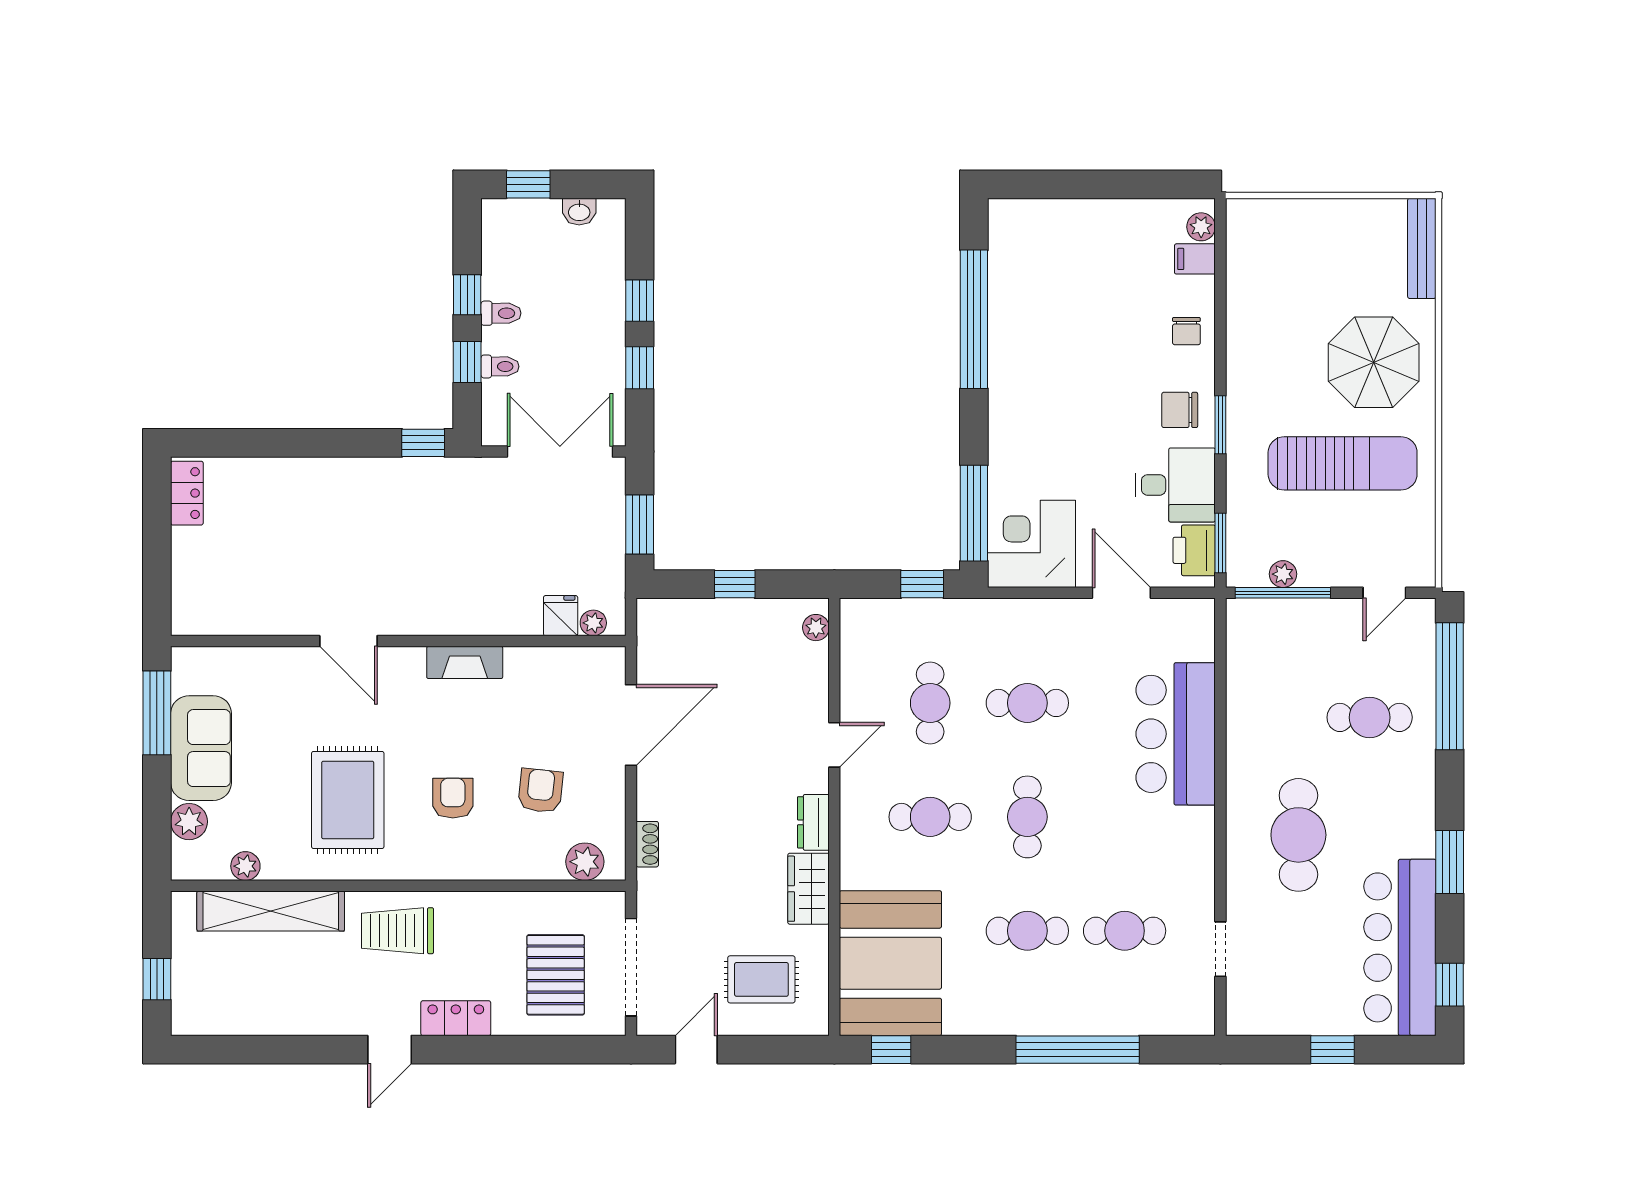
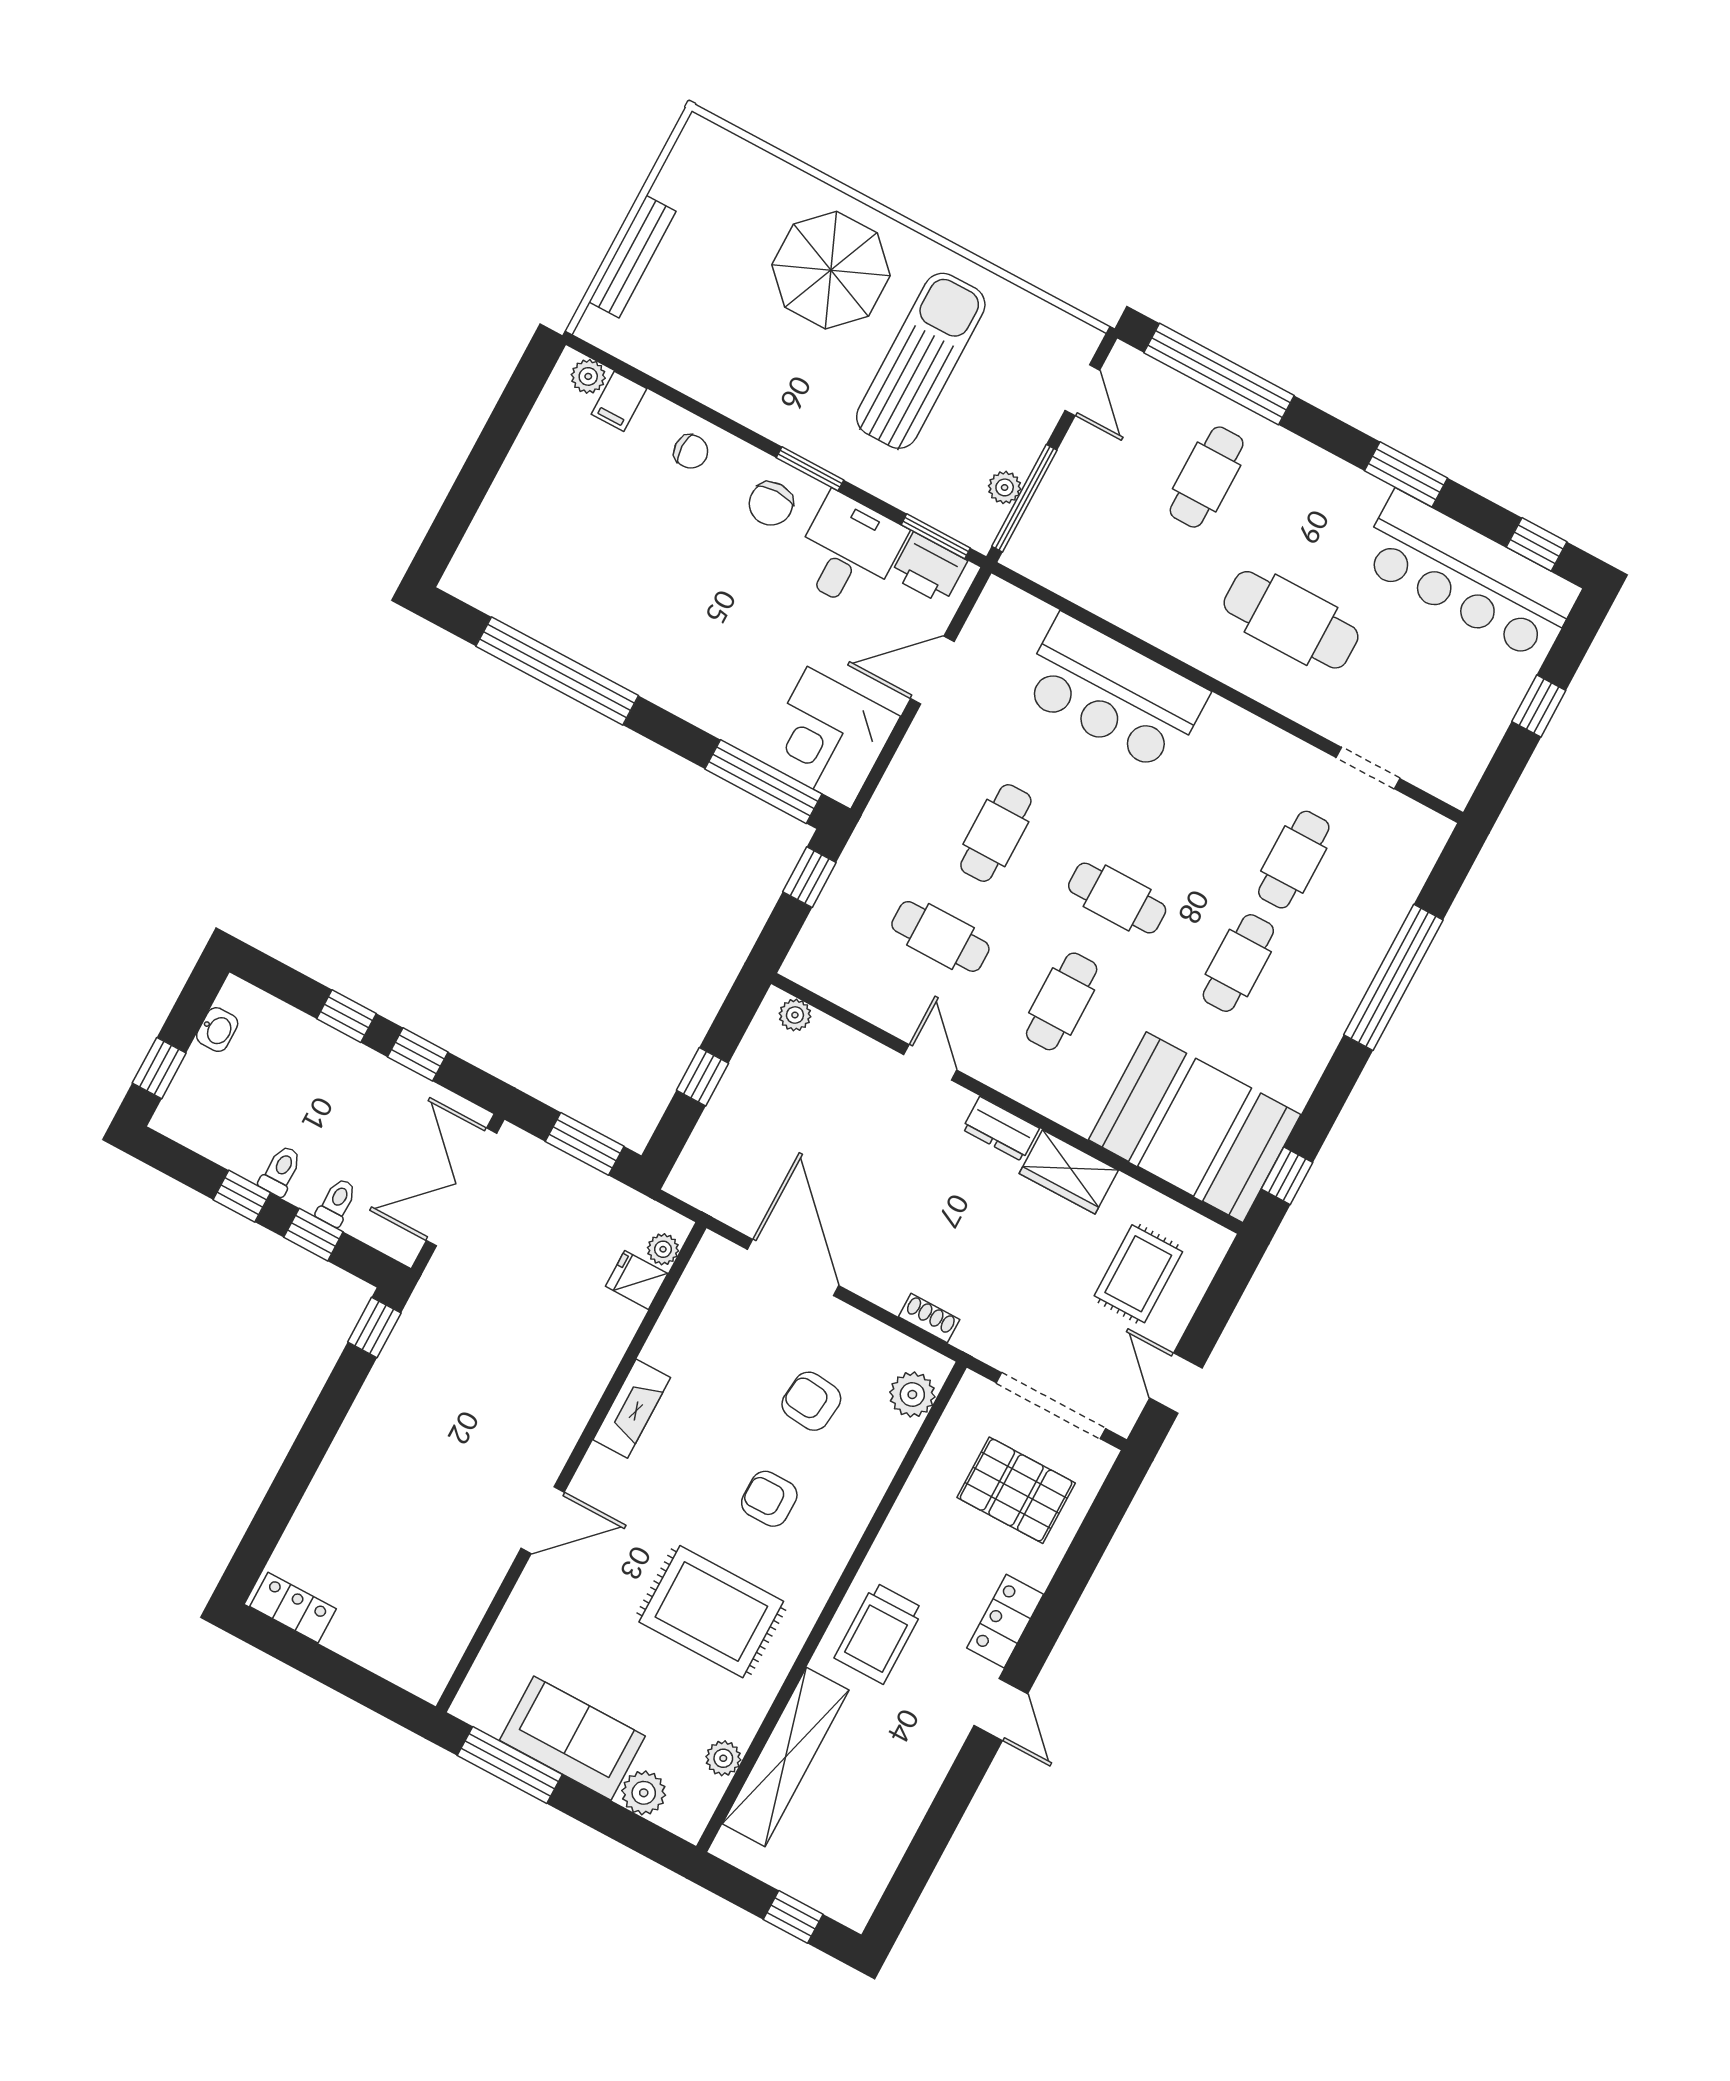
bench: (1422, 248) -> (632, 257), moved, turned 90

